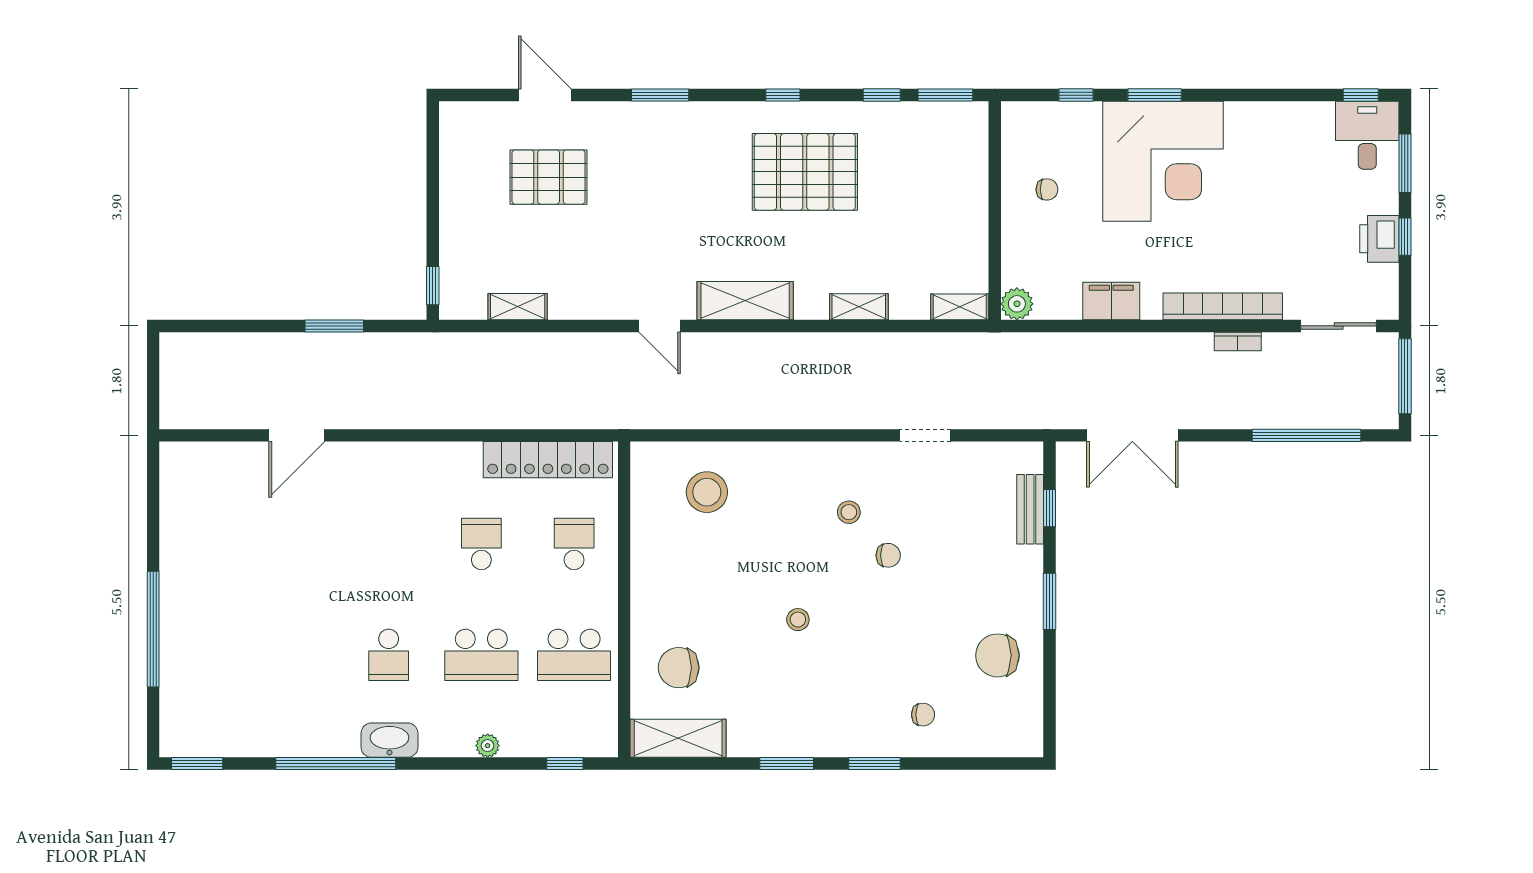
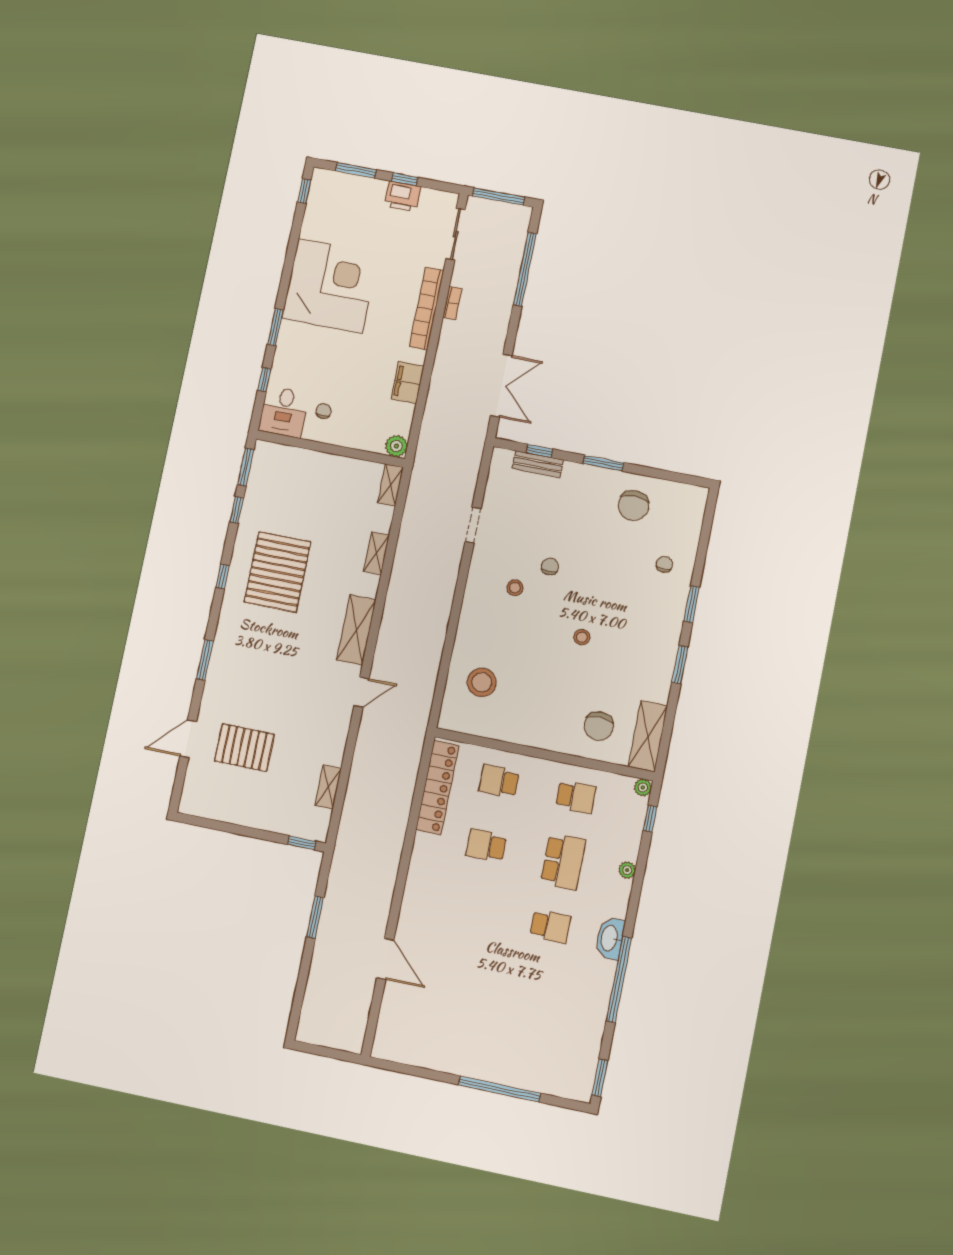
desk: (1367, 135) -> (284, 412), moved, turned -90
corner desk: (1163, 161) -> (330, 286), moved
pallet: (549, 177) -> (244, 748), turned 90
school desk: (574, 655) -> (576, 797), width x0.54
plant: (606, 745) -> (643, 788), added

